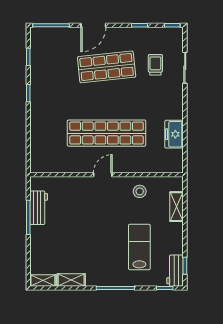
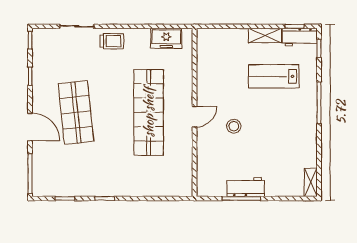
trolley: (155, 65) -> (112, 41), moved, turned 180
freezer: (174, 134) -> (166, 38), moved
door: (103, 175) -> (195, 117), swing flipped
stool: (140, 191) -> (234, 126), moved
shelving: (176, 207) -> (265, 36), moved
workbench: (39, 208) -> (246, 187), moved
shelving: (71, 280) -> (310, 151), removed

